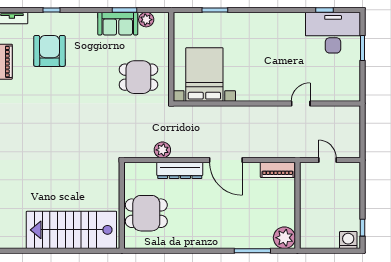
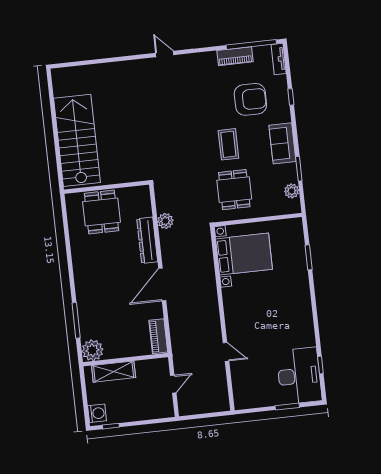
sofa: (118, 24) -> (282, 143), moved
coffee table: (92, 78) -> (228, 144), added
shelving: (308, 219) -> (114, 372), added

